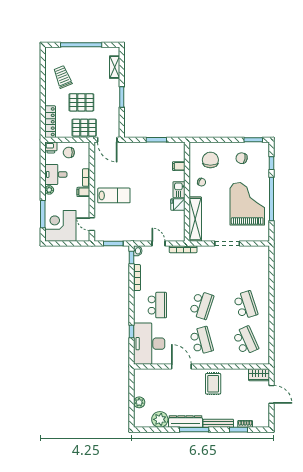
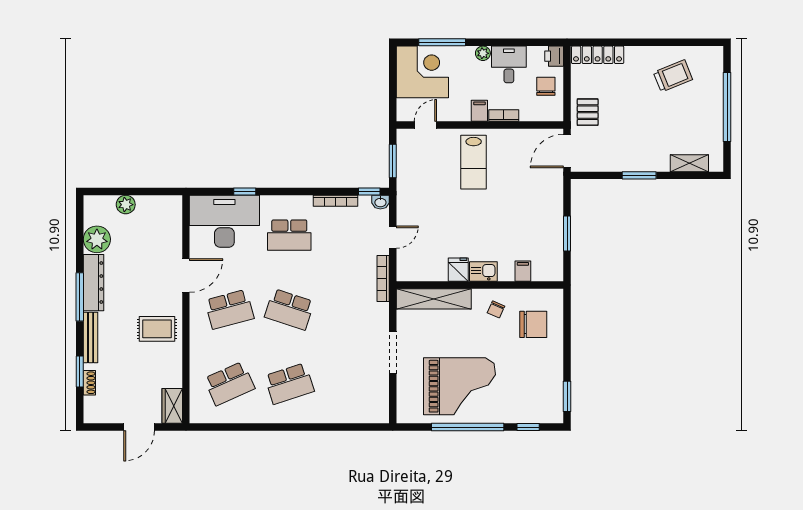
pallet: (81, 102) -> (630, 107), removed
pallet: (84, 128) -> (588, 112), width x0.67, depth x0.71
chair: (242, 158) -> (536, 377), removed

